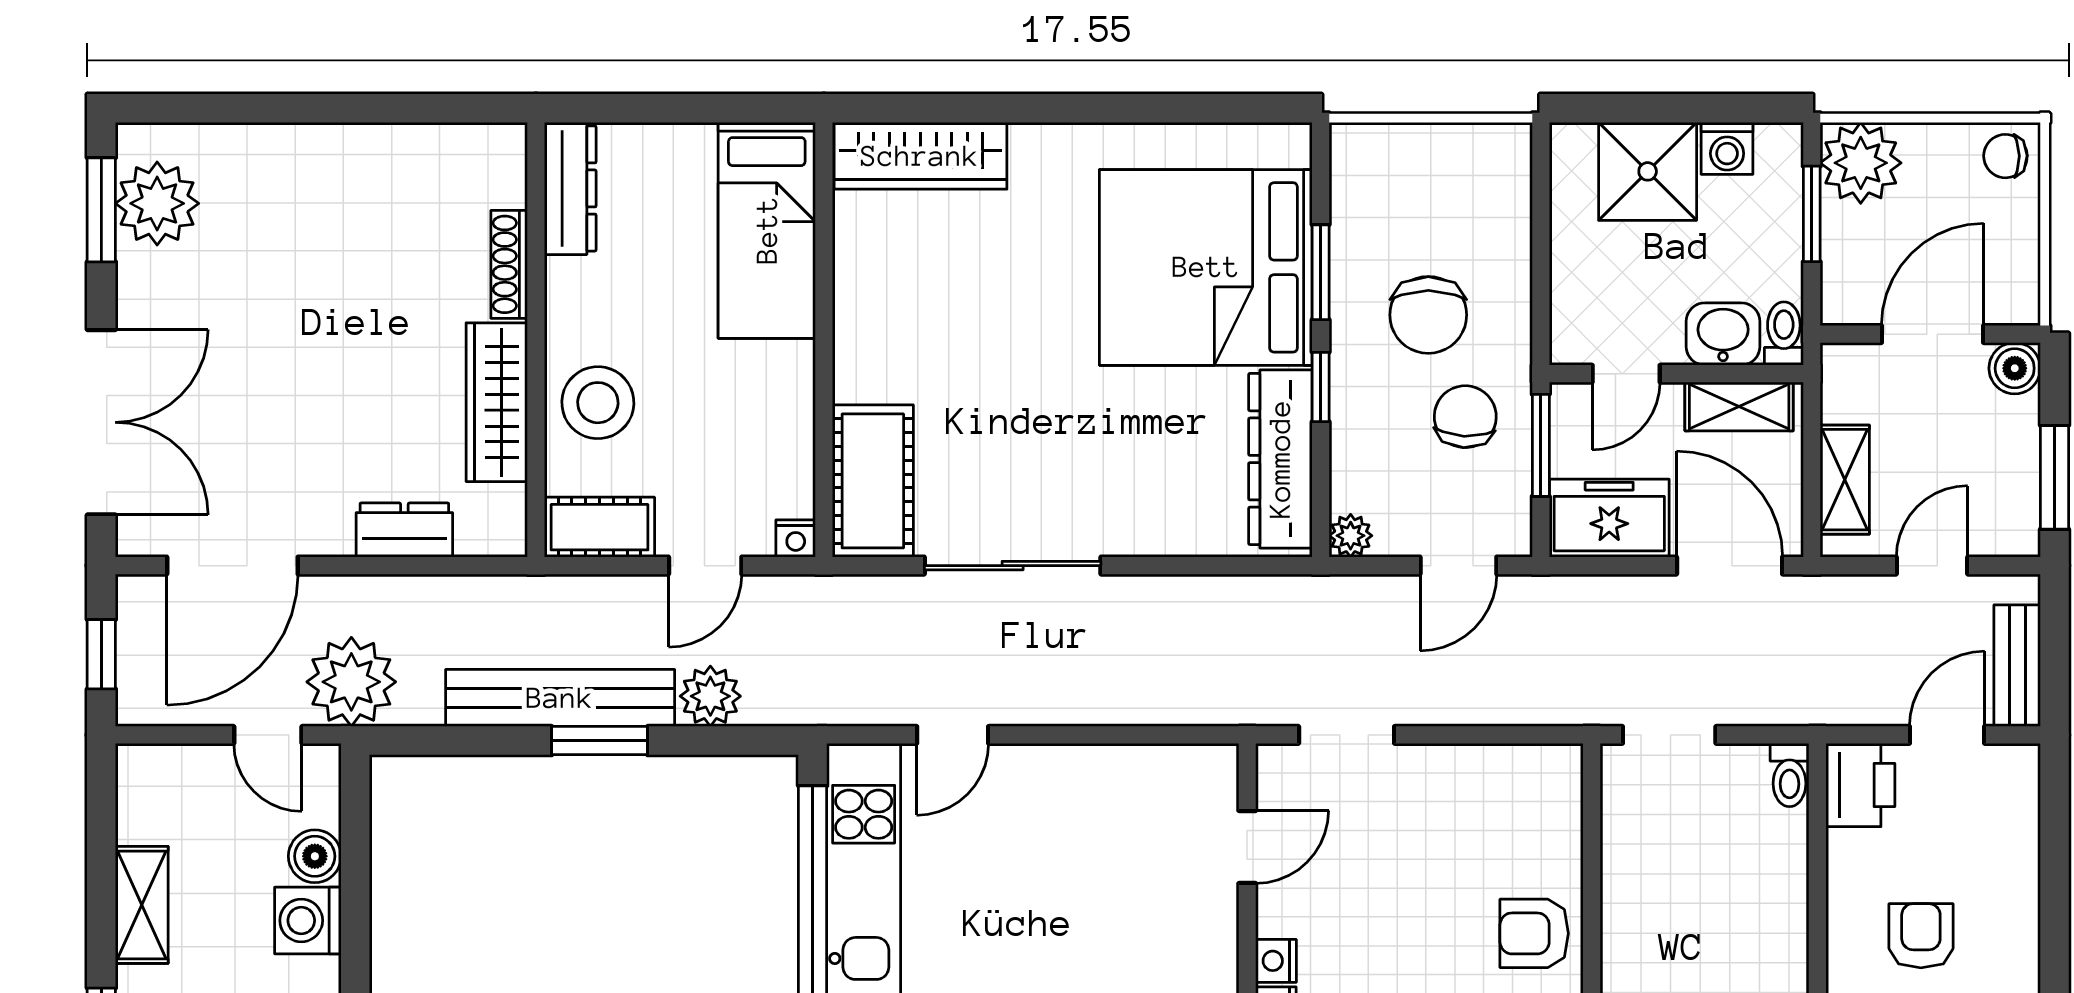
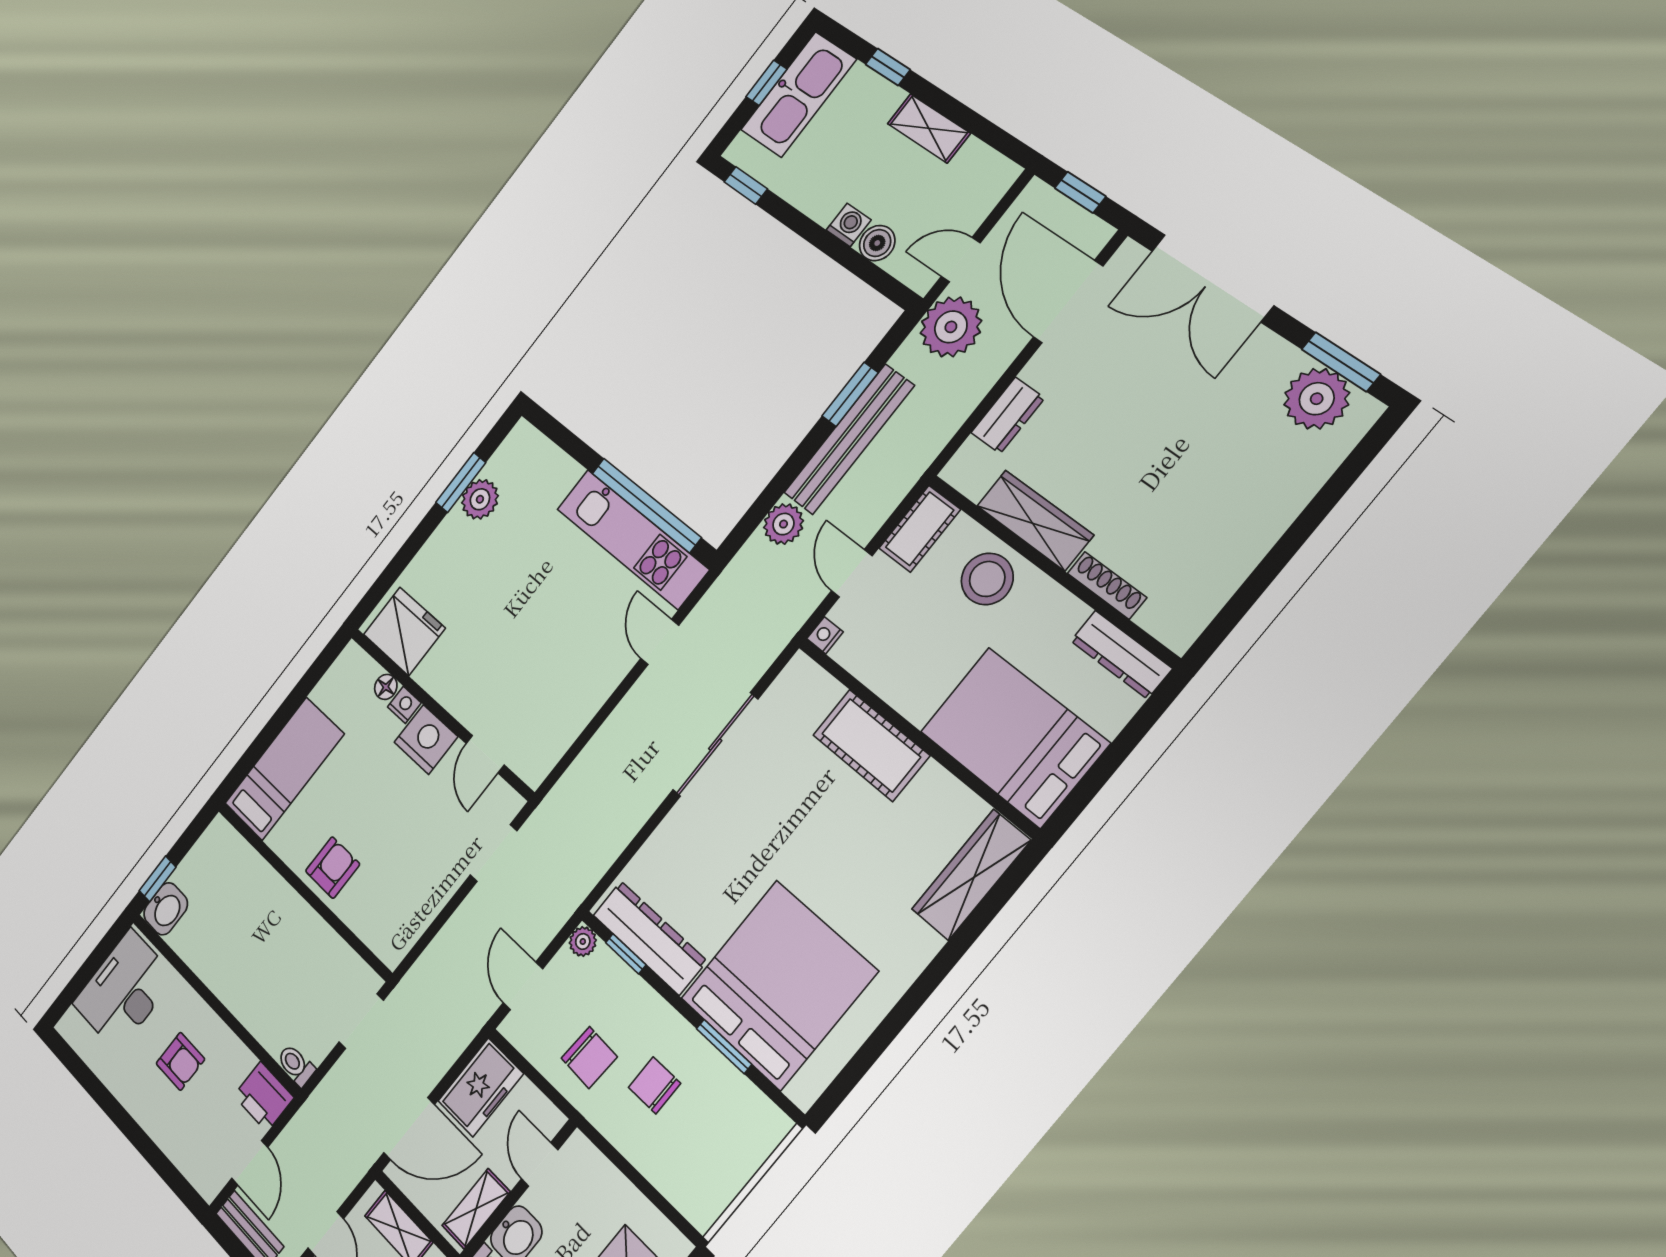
bed: (767, 230) -> (1014, 737), width x1.50
chair: (1428, 315) -> (655, 1085), width x0.73, depth x0.73
window: (1321, 387) -> (626, 954), moved
window: (1541, 445) -> (543, 1085), removed
cot: (873, 481) -> (871, 745), moved
window: (600, 741) -> (850, 394), moved
washing machine: (308, 920) -> (849, 225), width x0.73, depth x0.73
nightstand: (1276, 961) -> (426, 739), width x1.89, depth x1.79

